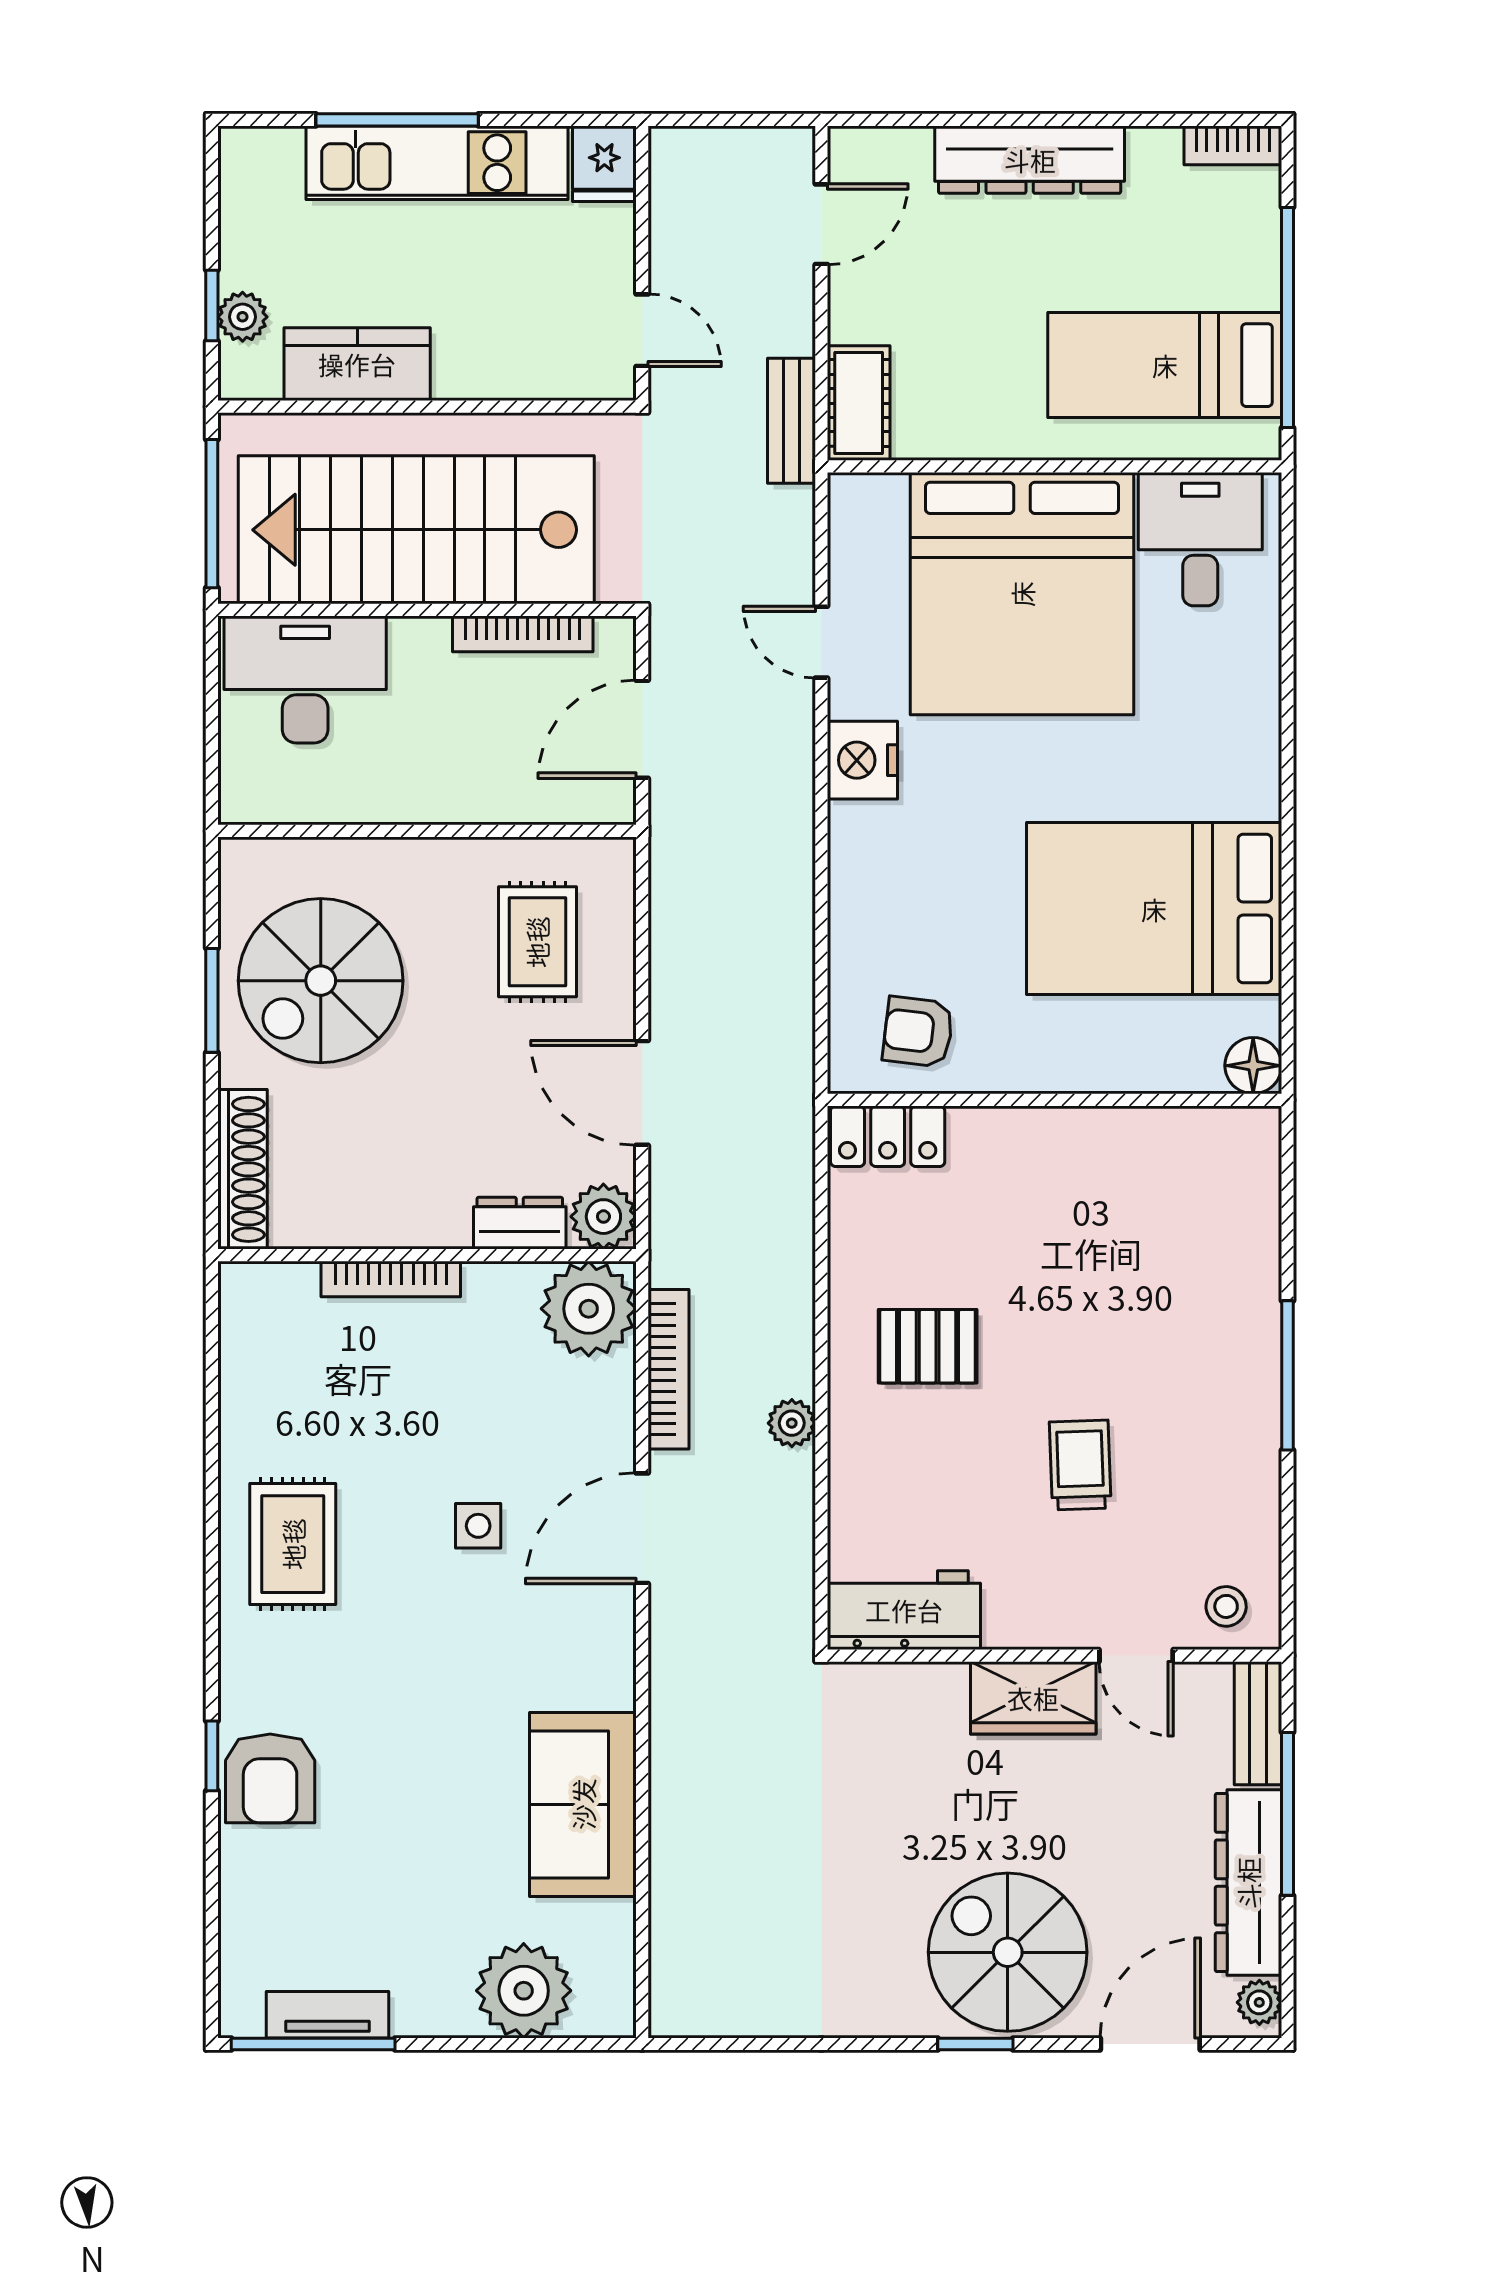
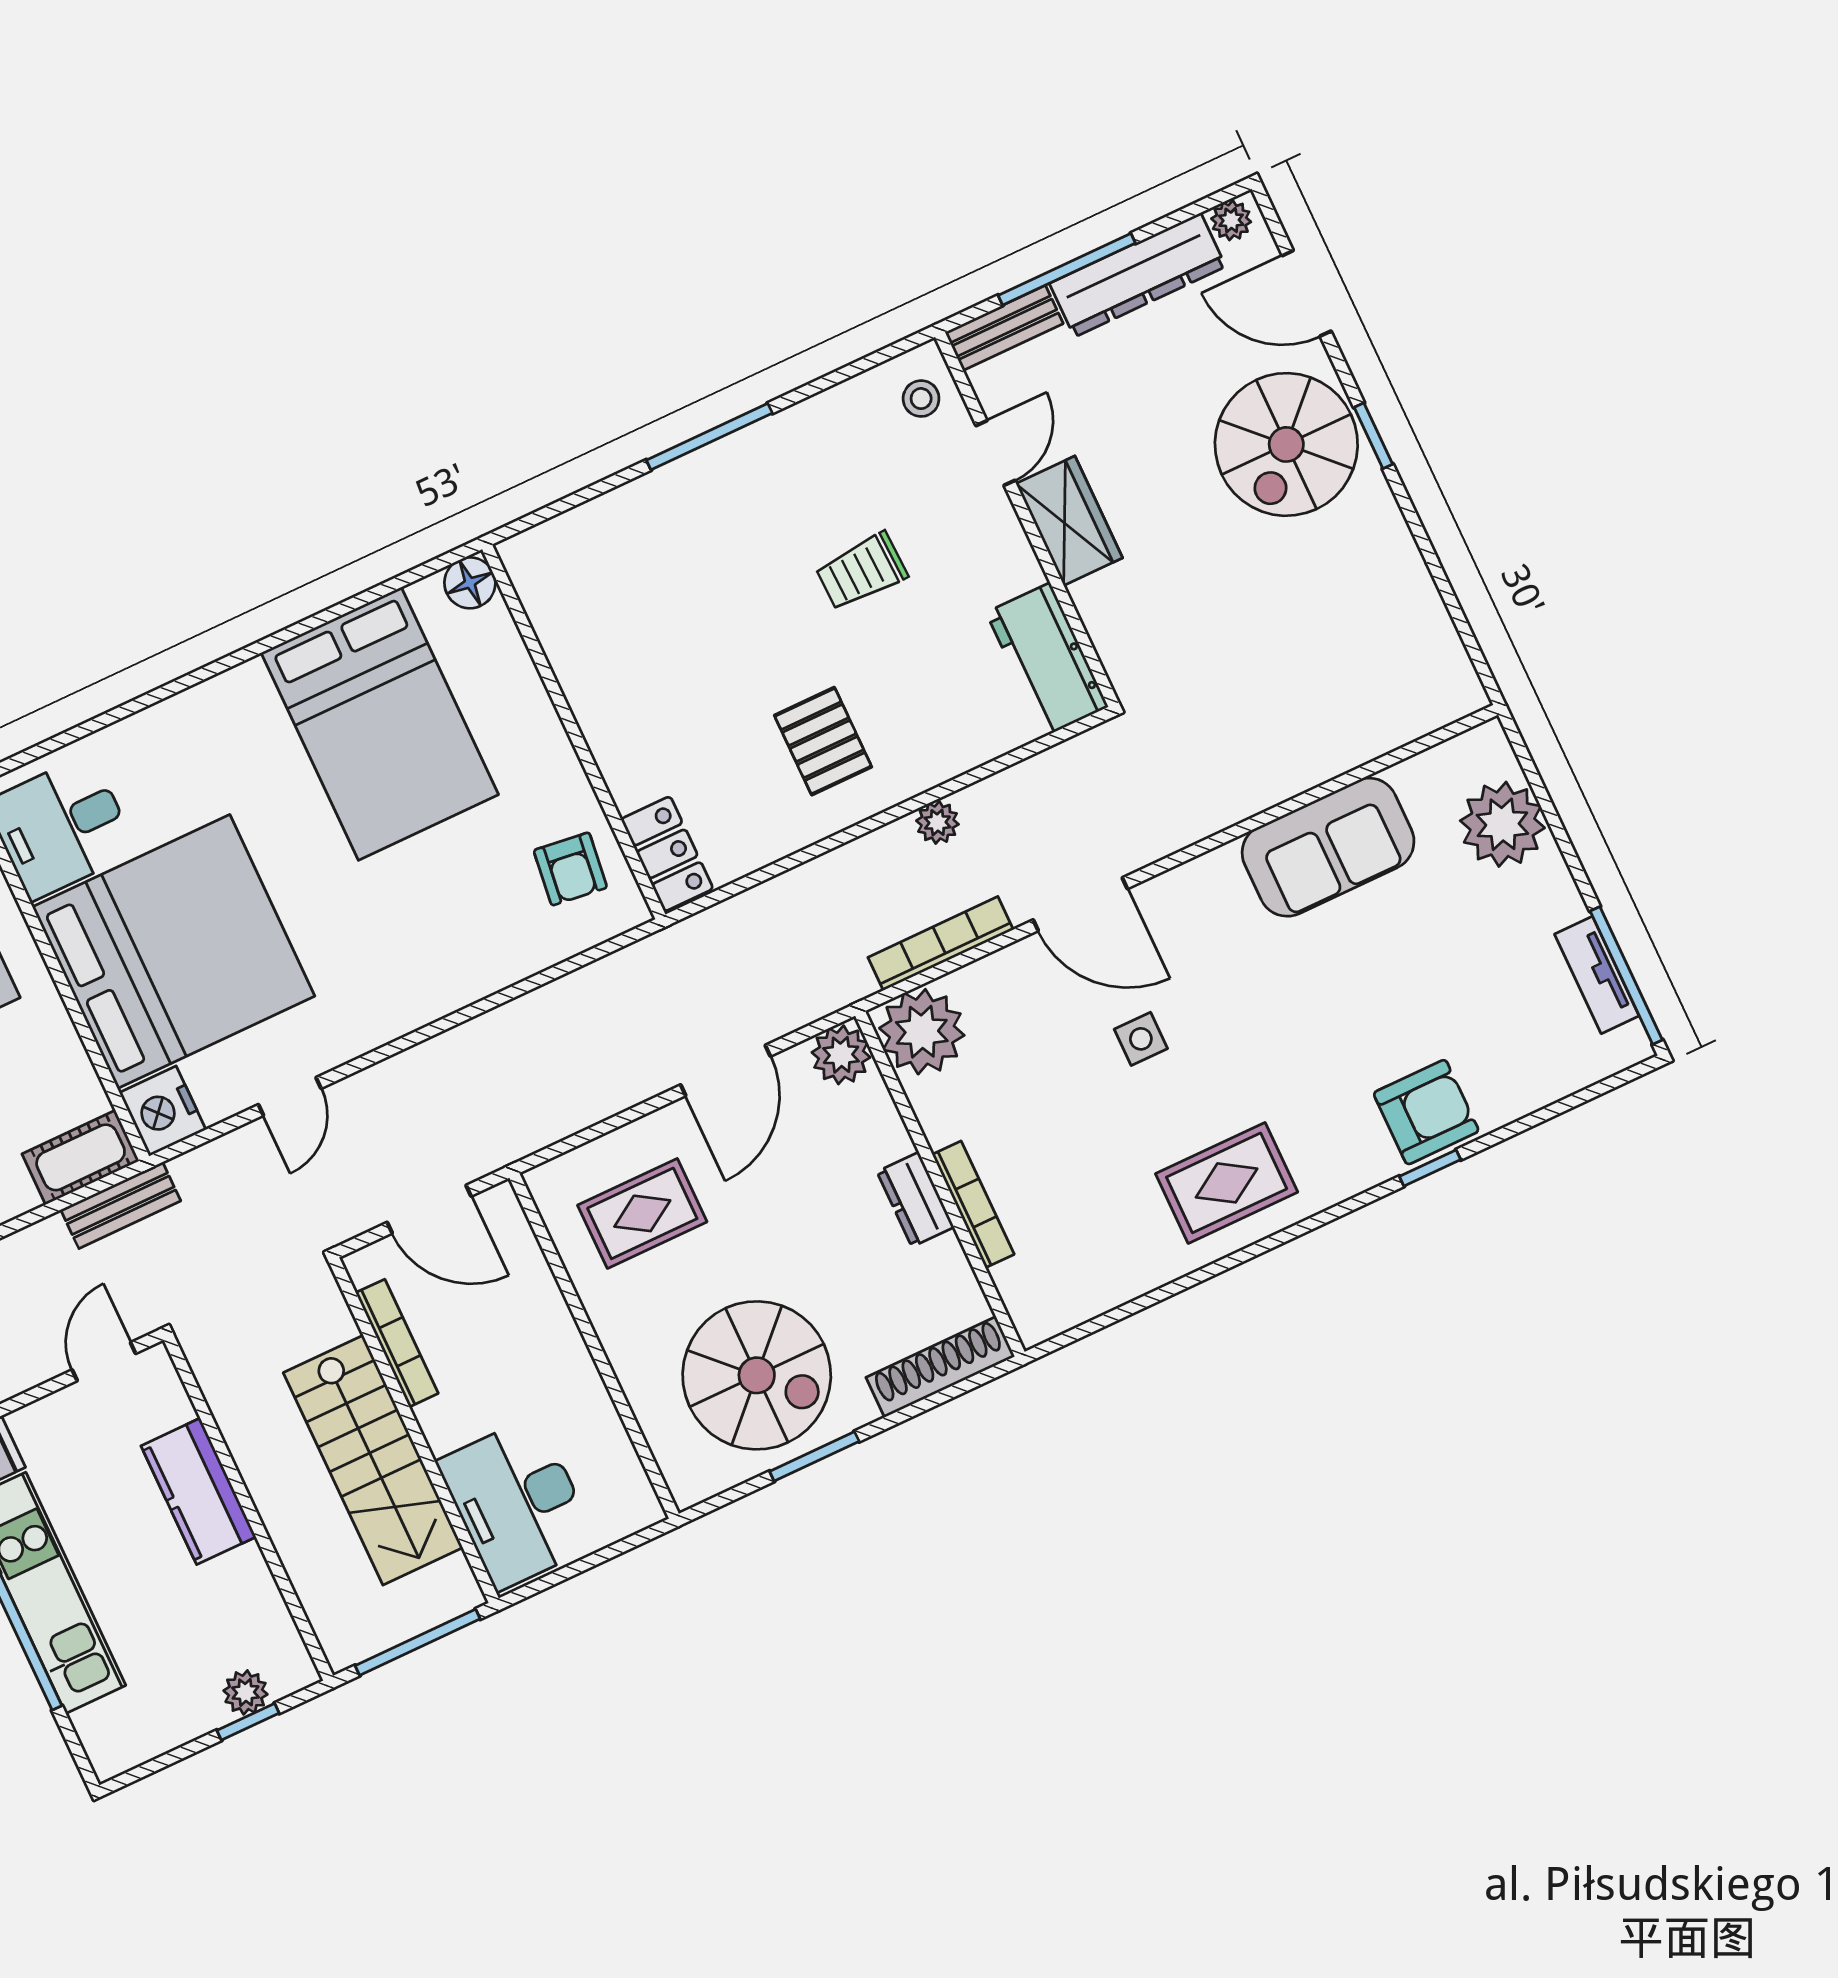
kitchen counter: (357, 364) -> (198, 1491), moved
stairs: (416, 530) -> (373, 1460), width x0.73, depth x0.66
nightstand: (862, 760) -> (163, 1111), moved, turned 90
dresser: (520, 1223) -> (915, 1199), moved

